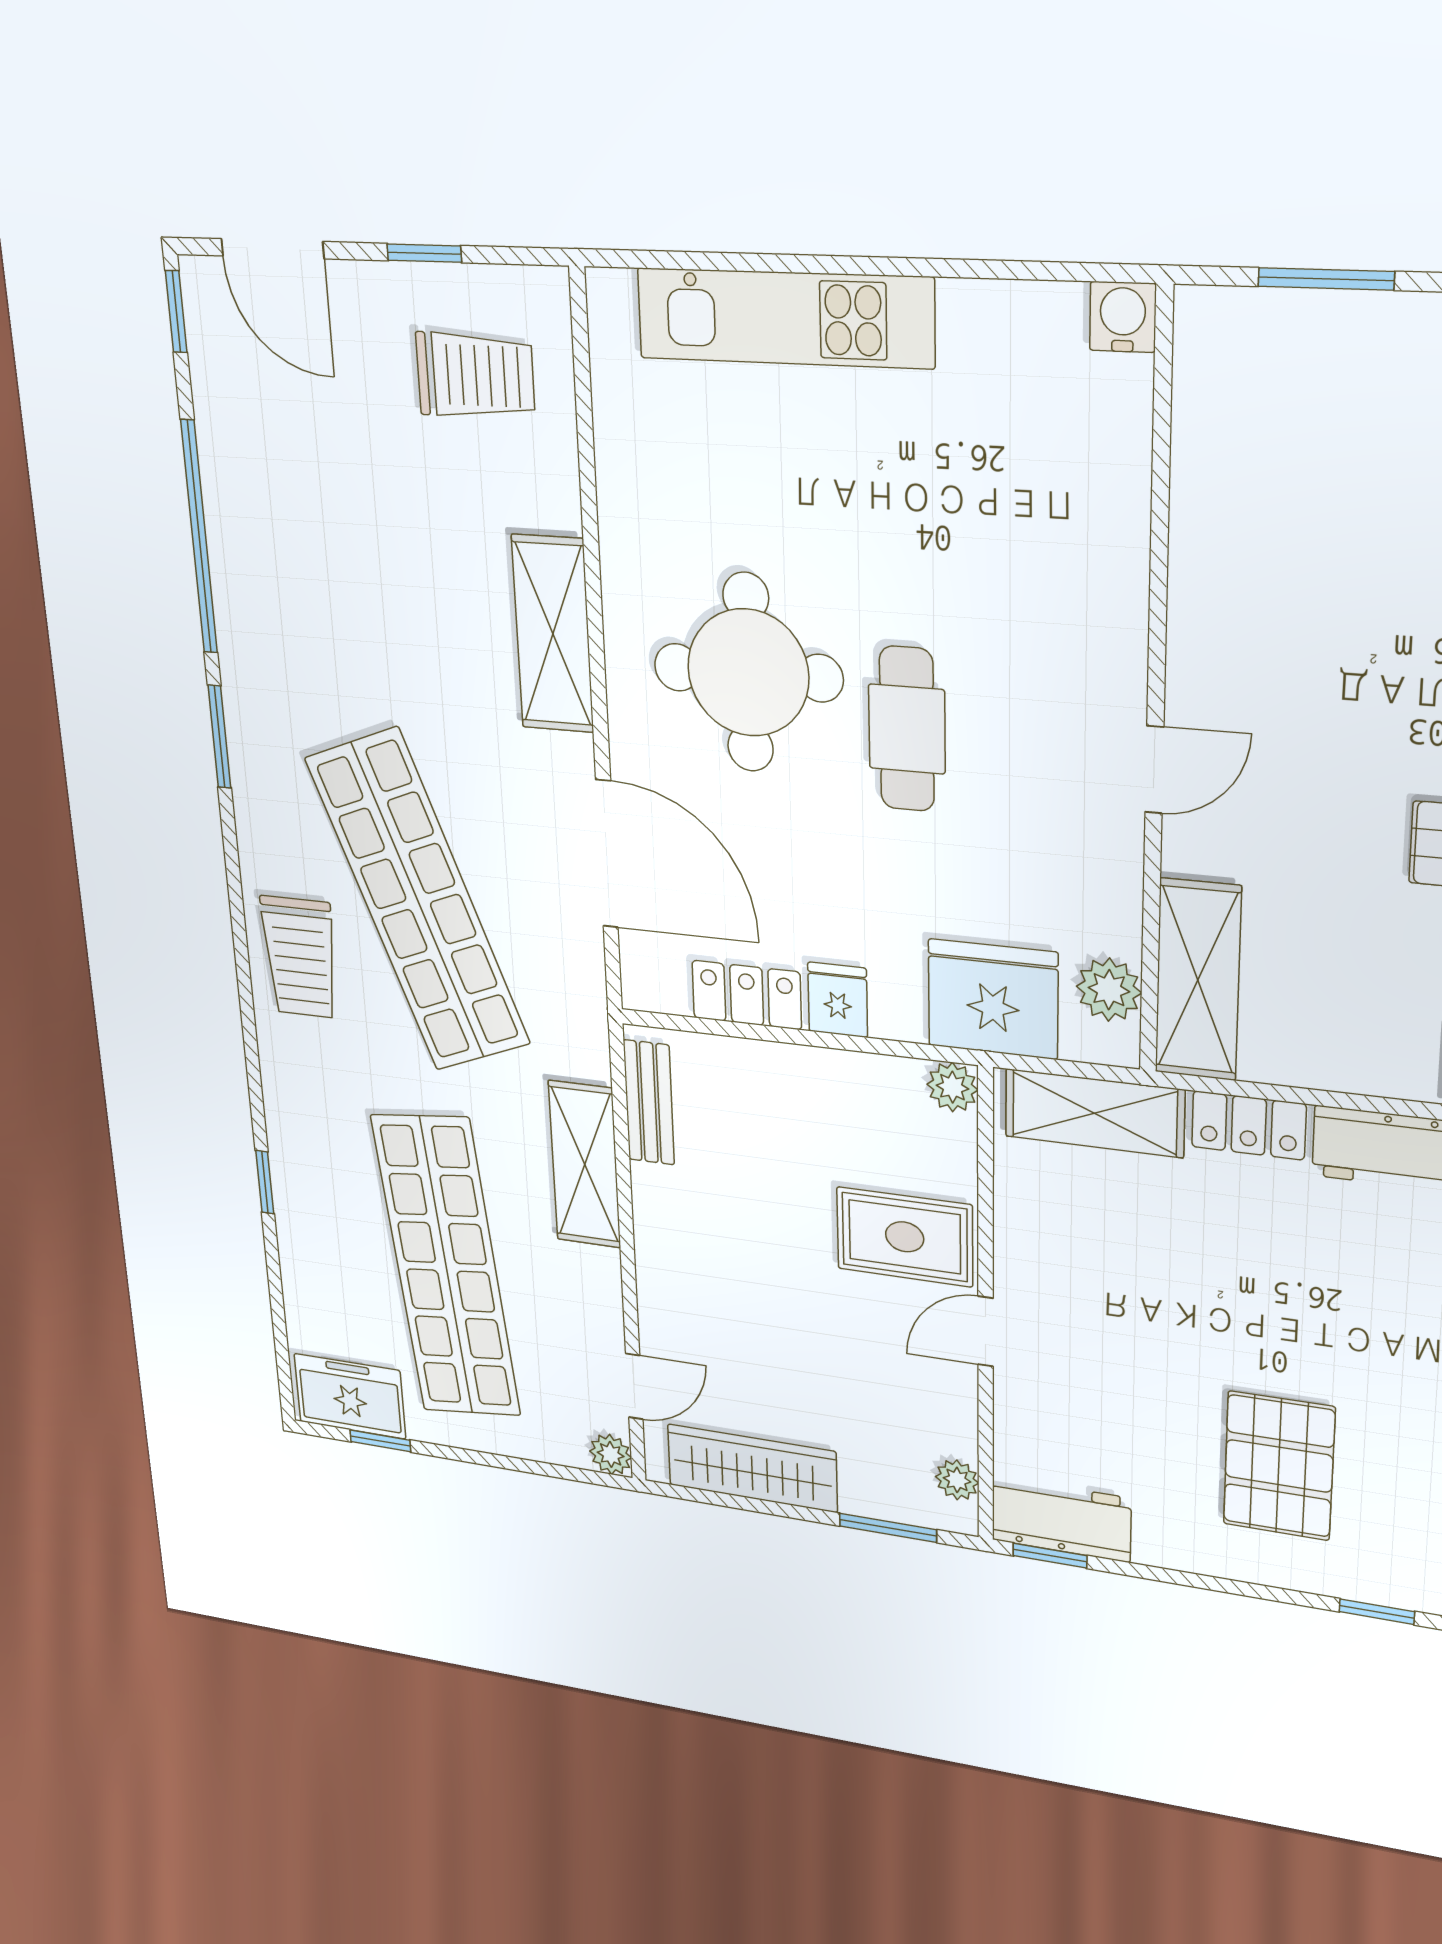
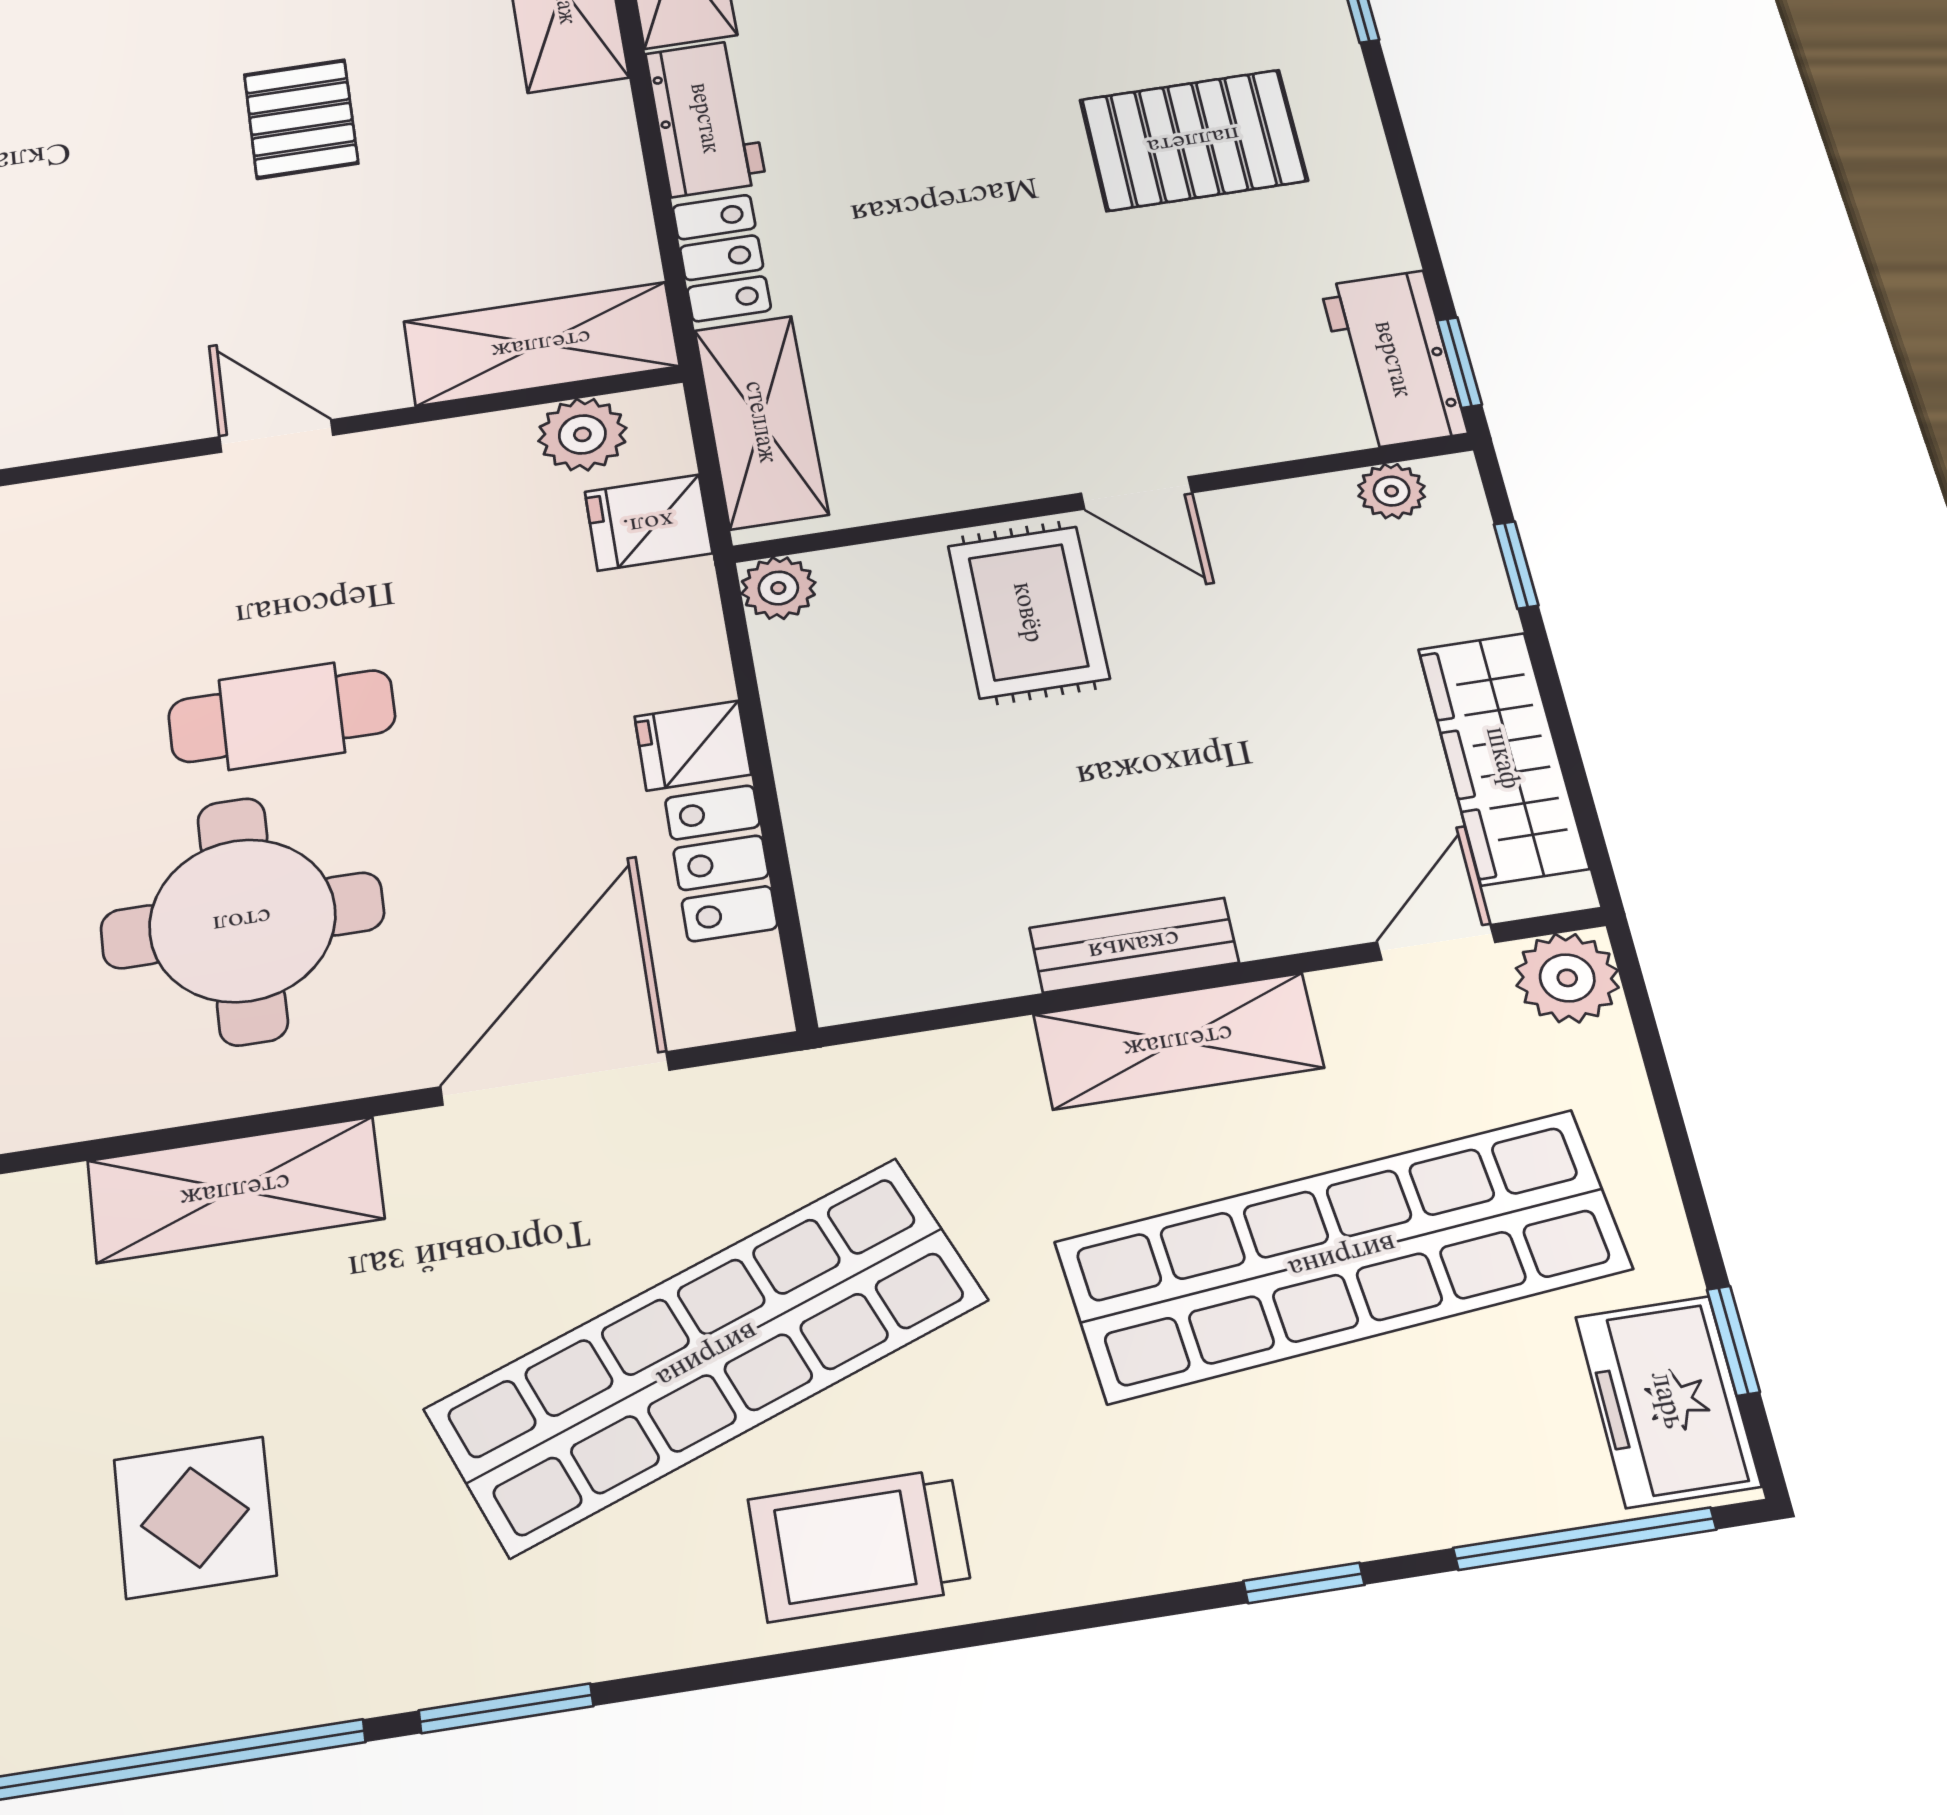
display table: (342, 572) -> (195, 1517), added
trolley: (300, 957) -> (859, 1545), turned 180
fridge: (993, 999) -> (648, 523), width x0.53, depth x0.75
bench: (649, 1102) -> (1134, 945), moved
shelving: (585, 1165) -> (1178, 1041), moved
window: (279, 1327) -> (1585, 1539), added
door: (634, 1386) -> (1436, 942), hinge flipped
plant: (611, 1454) -> (1567, 978), width x1.38, depth x1.38
window: (888, 1528) -> (1516, 565), width x0.67

